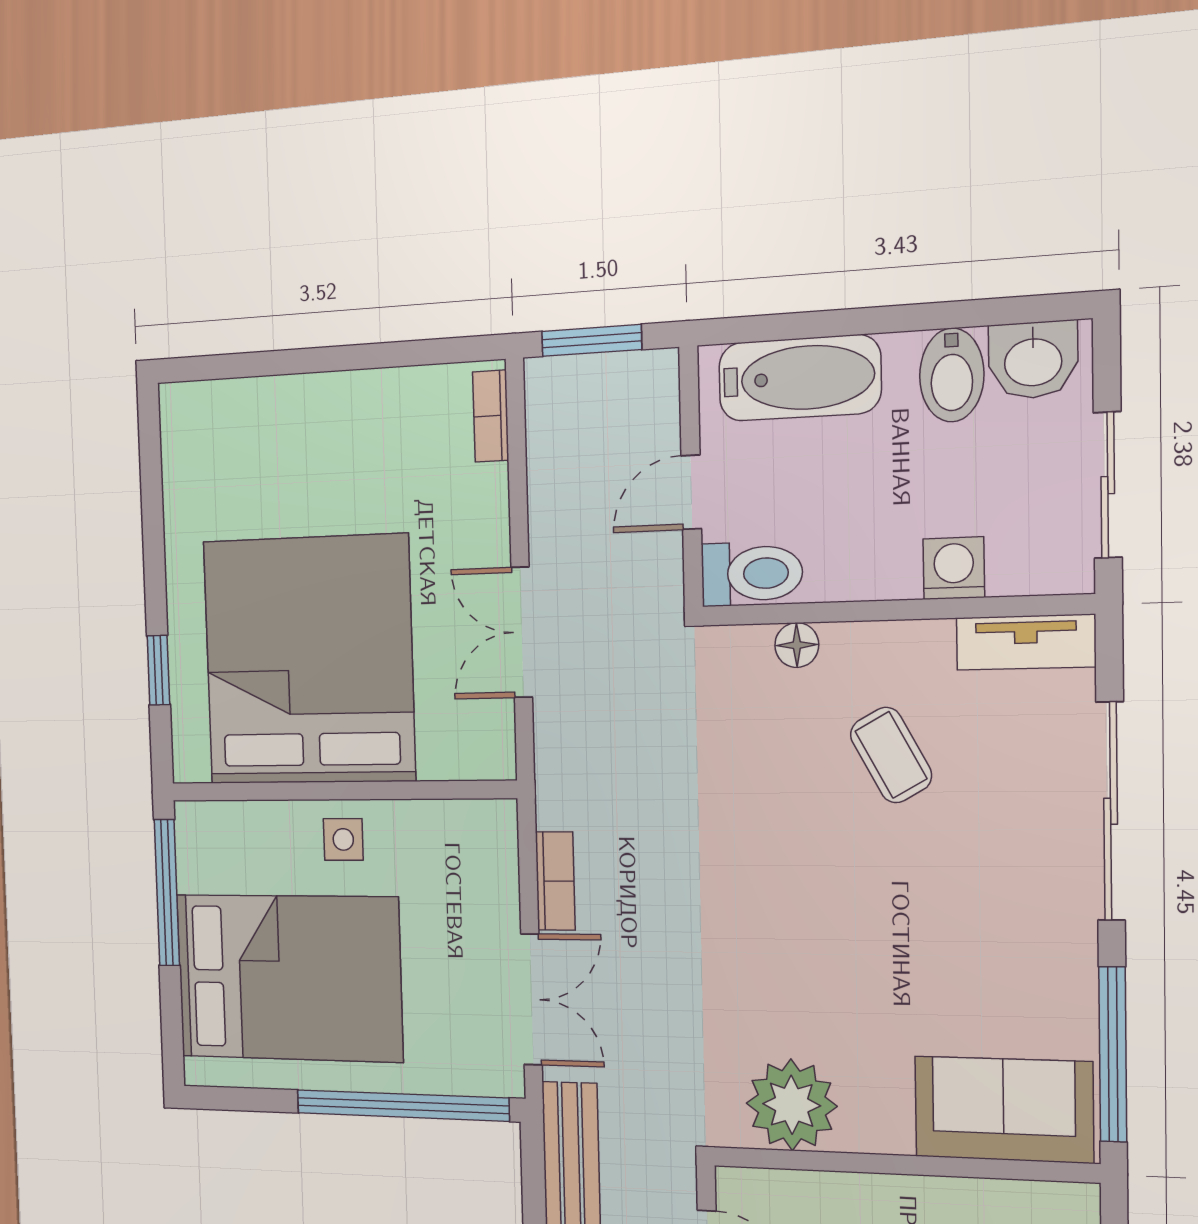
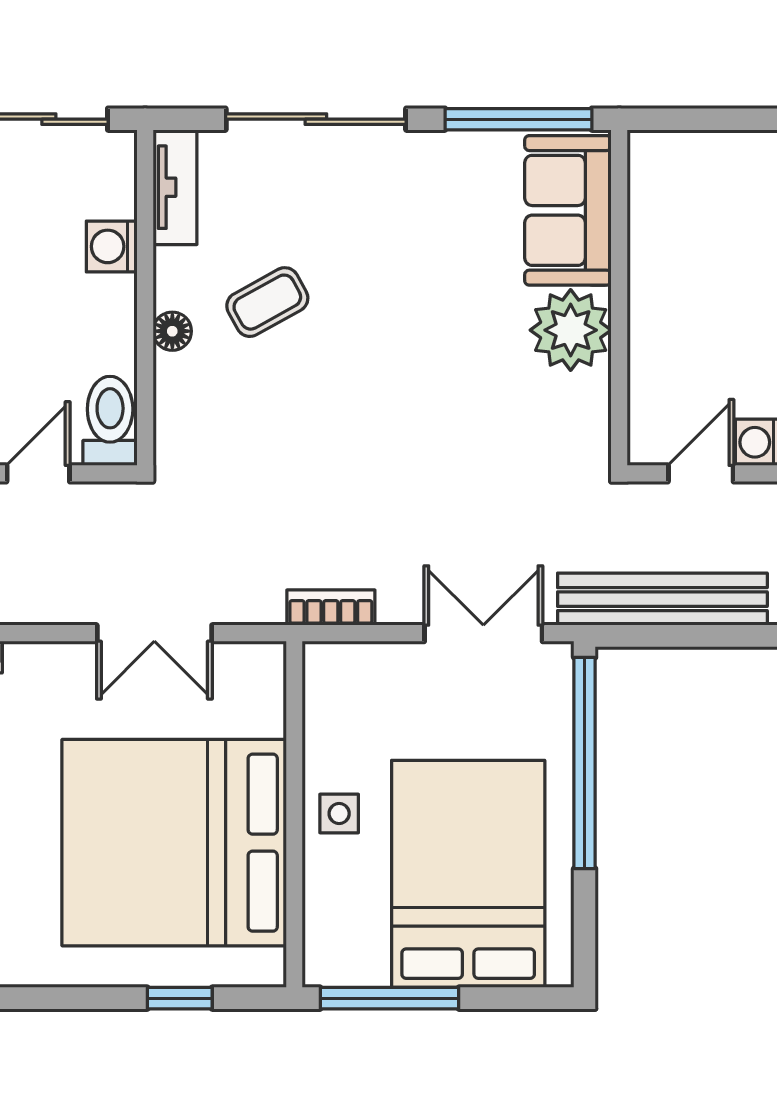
door: (691, 492) -> (38, 473), swing flipped
floor lamp: (797, 645) -> (172, 331), moved
bookcase: (555, 881) -> (331, 608), moved
plant: (792, 1105) -> (571, 330), moved

